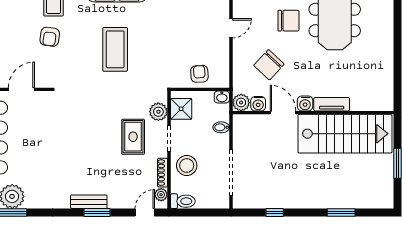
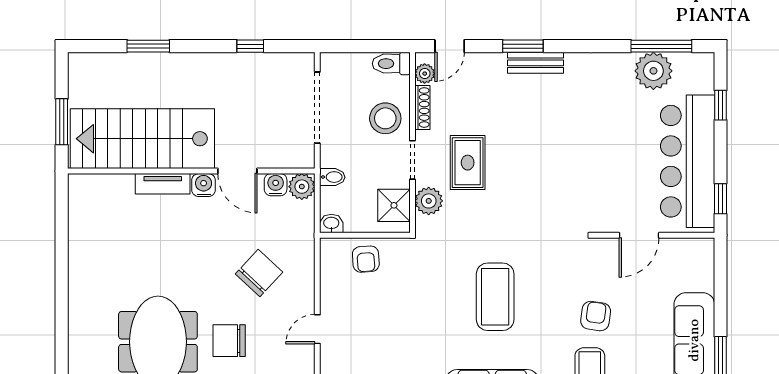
plant: (241, 103) -> (302, 187), moved
water cooler: (305, 103) -> (204, 185), moved
water cooler: (258, 104) -> (276, 185), moved
tv unit: (332, 104) -> (163, 184), moved
door: (283, 113) -> (237, 171), moved
wall: (313, 113) -> (191, 171), moved
stairs: (345, 134) -> (142, 139), moved

